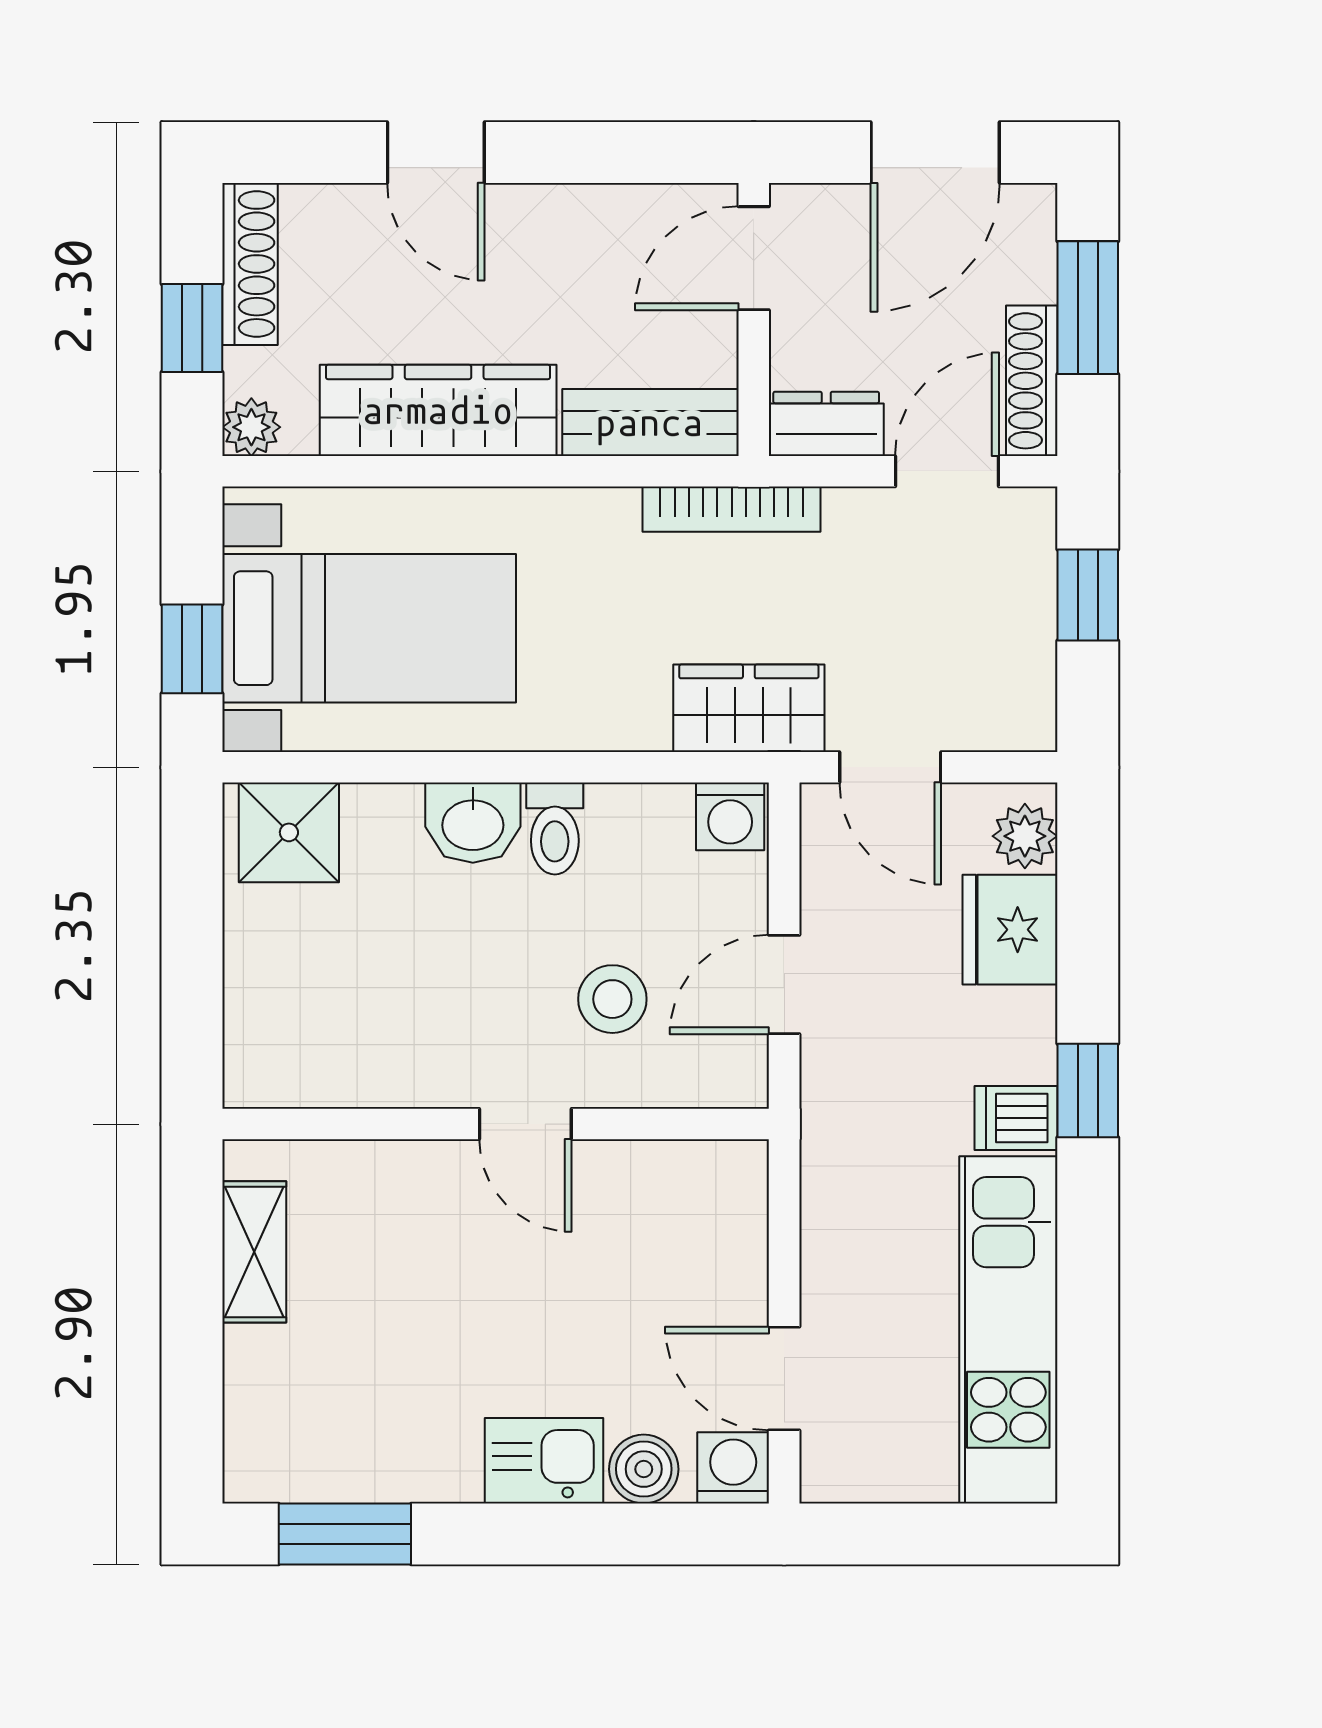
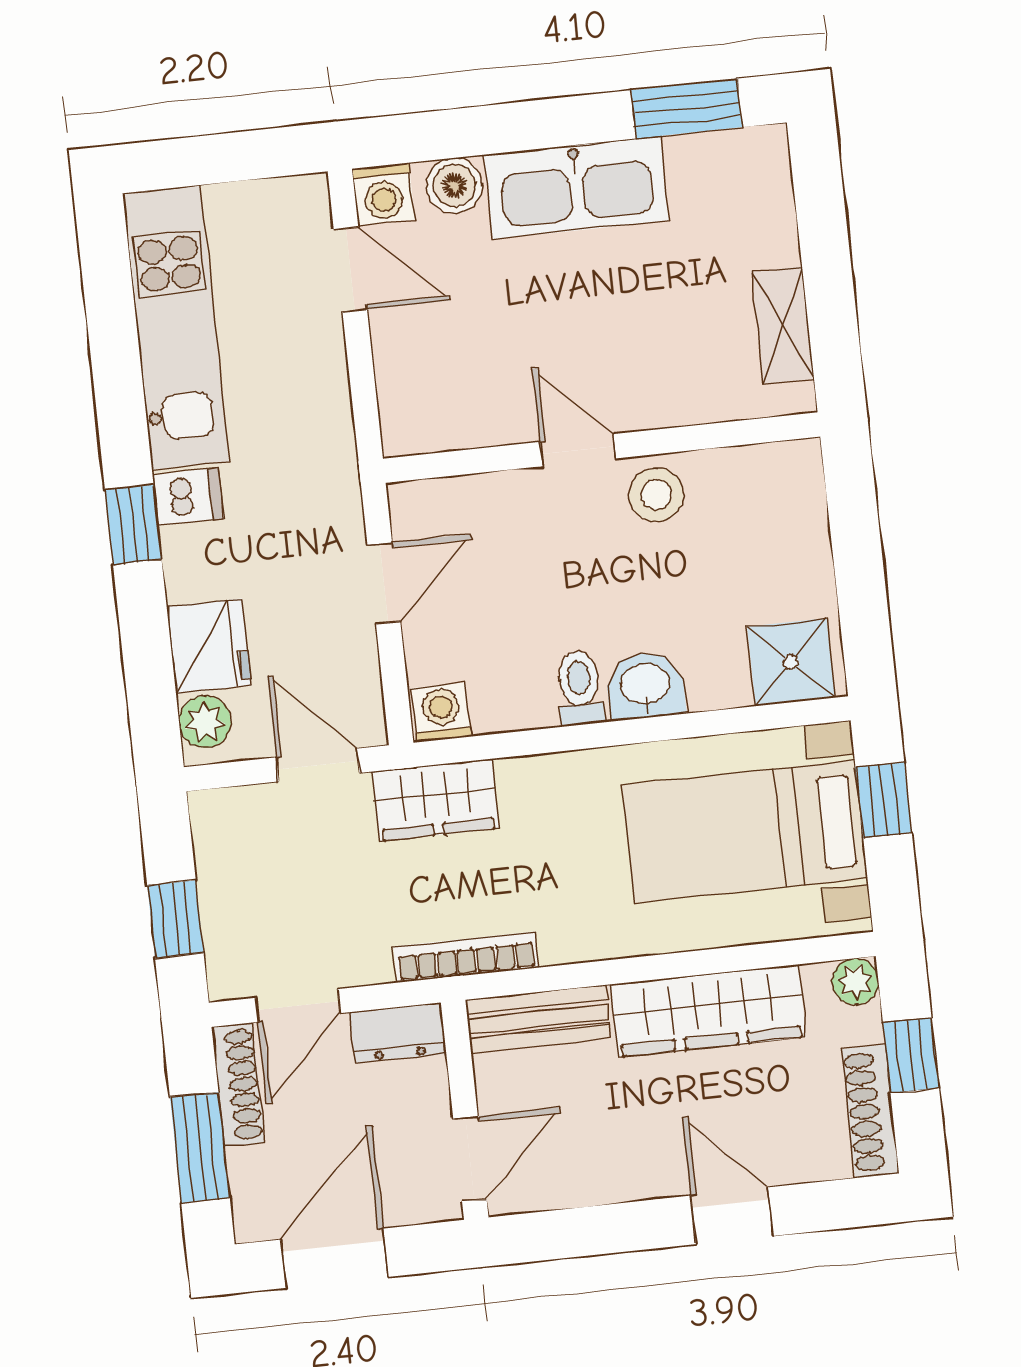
stool: (612, 999) -> (656, 495), moved
kitchen sink: (544, 1461) -> (577, 188), width x1.88, depth x1.24

